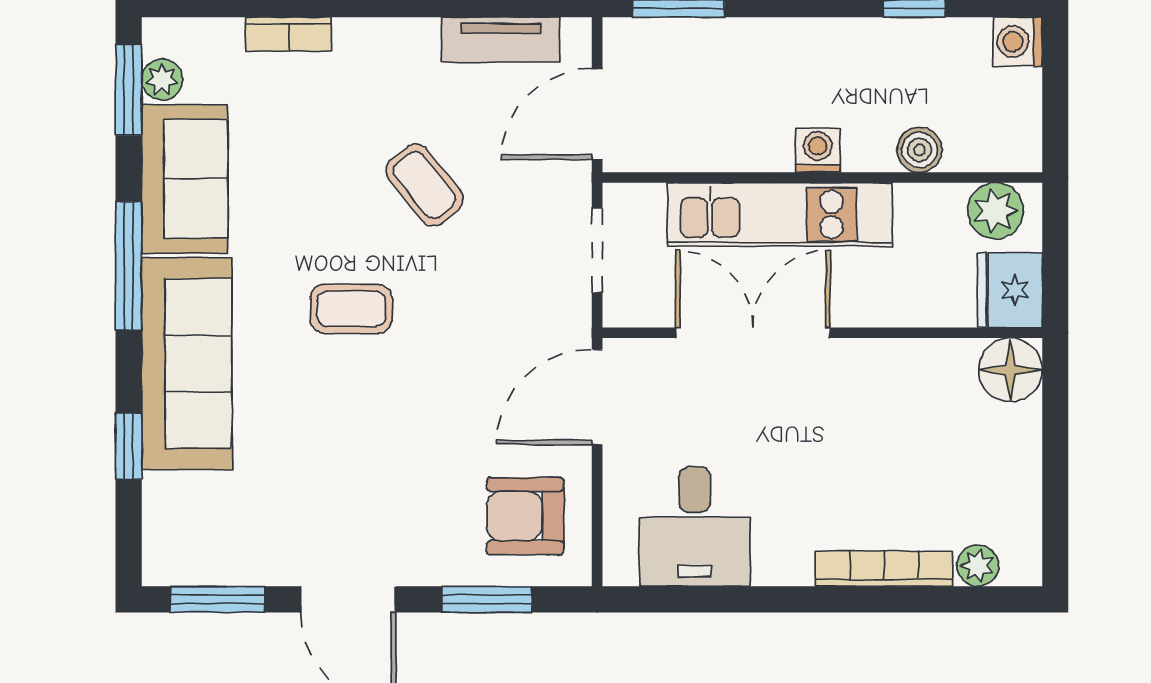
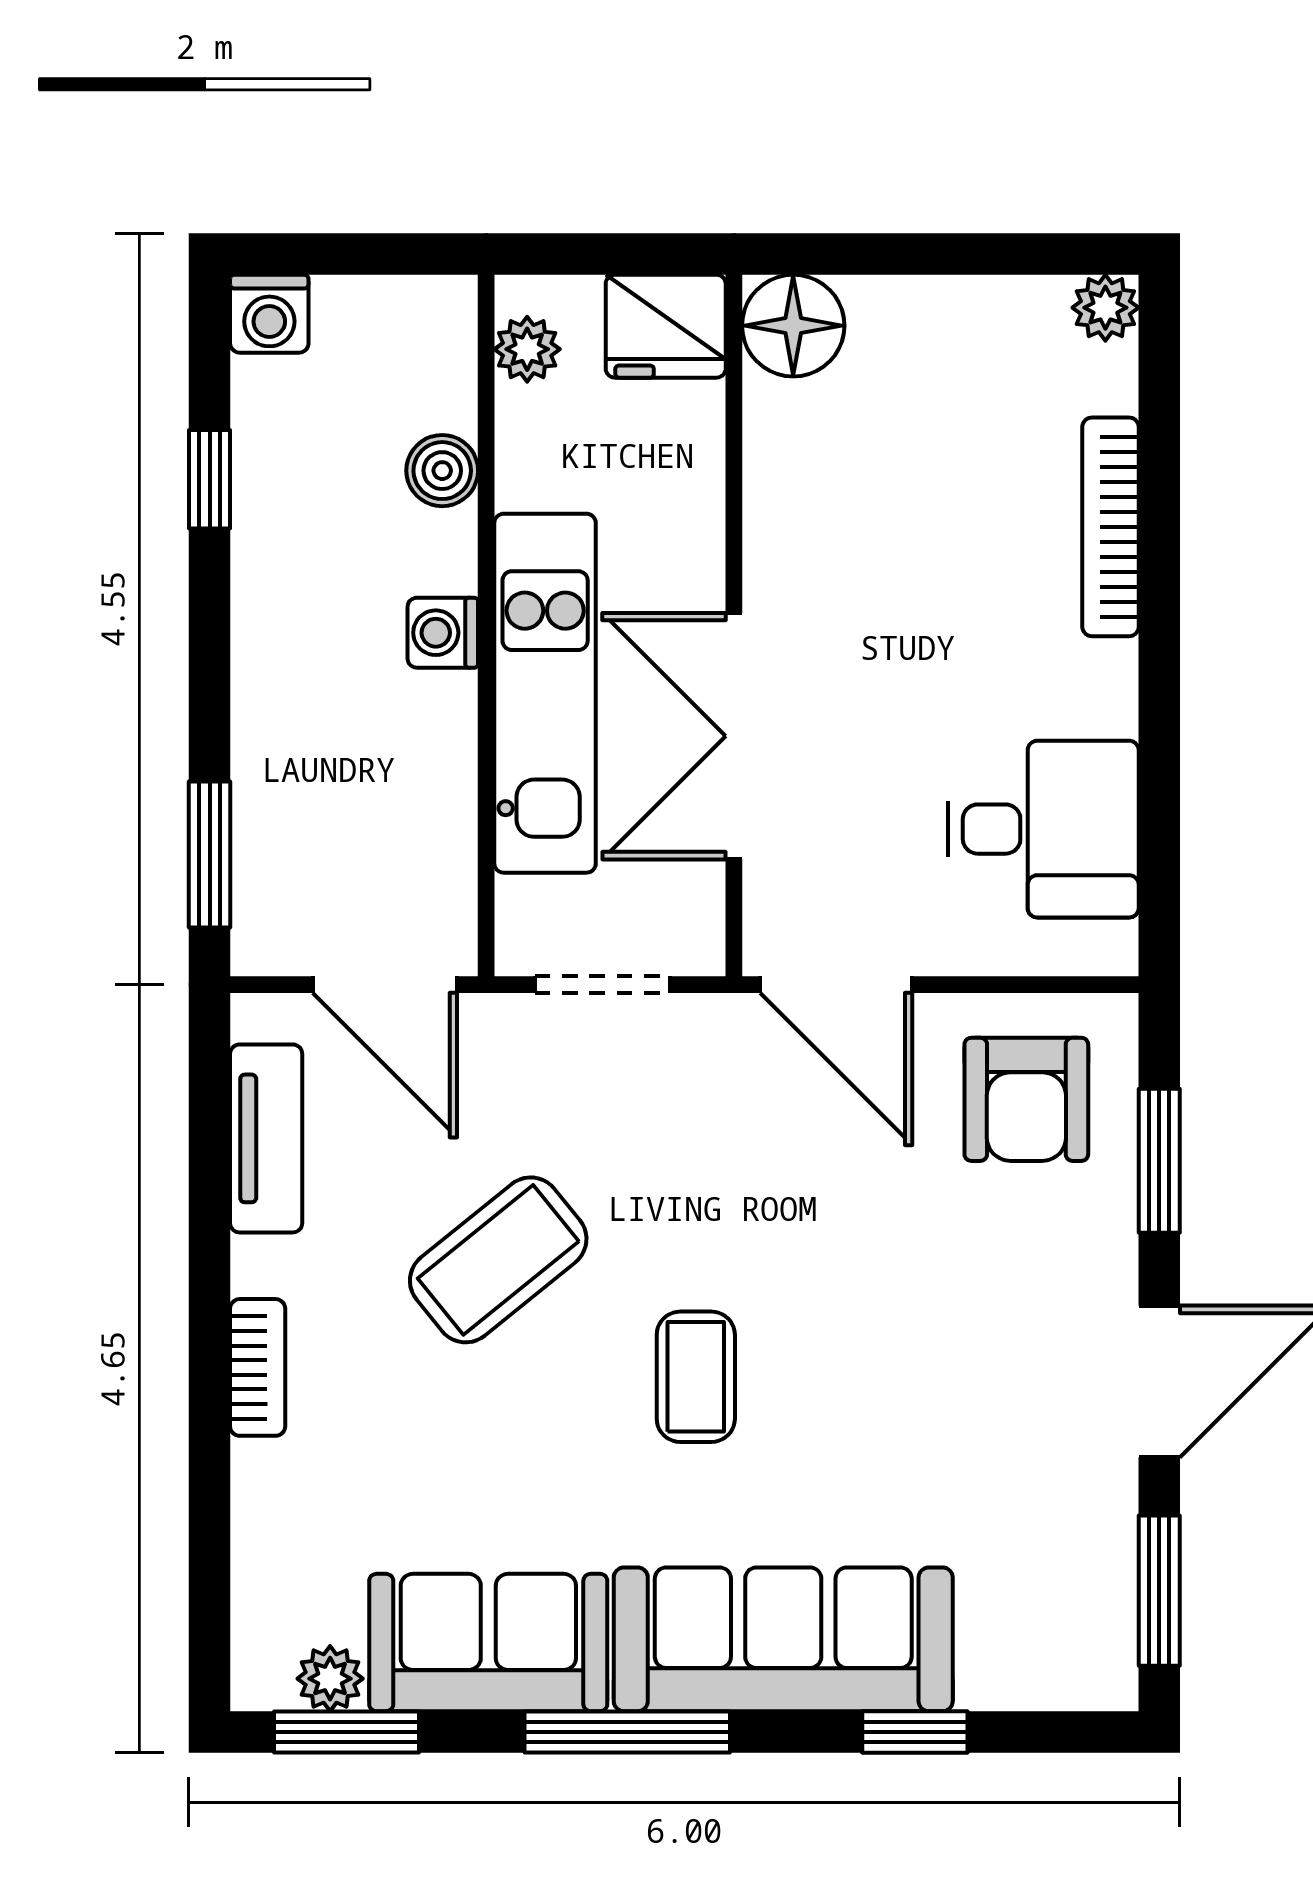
bookcase: (289, 34) -> (258, 1367), moved
coffee table: (425, 185) -> (498, 1260), width x1.36, depth x1.30
plant: (995, 211) -> (527, 349), width x0.73, depth x0.73
plant: (978, 566) -> (1105, 308), moved

